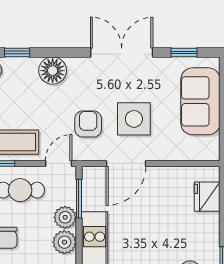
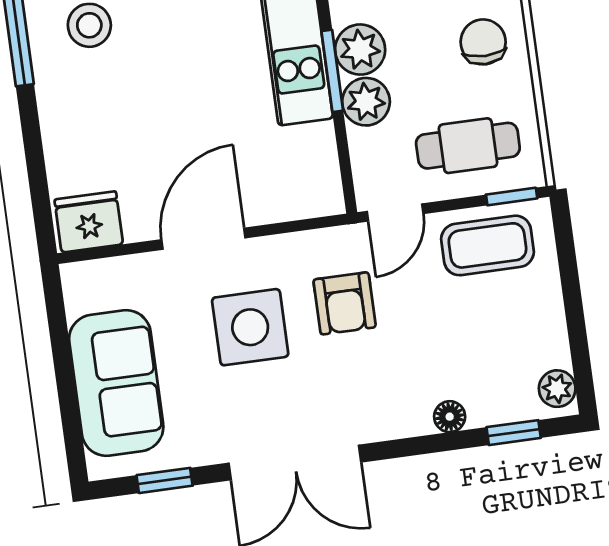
floor lamp: (53, 71) -> (450, 417), width x0.53, depth x0.53
door: (126, 163) -> (203, 239), moved
fridge: (207, 197) -> (89, 222), moved, turned -90
window: (79, 199) -> (332, 71), moved

